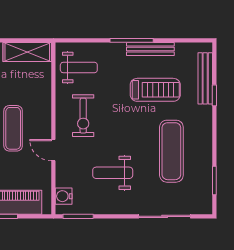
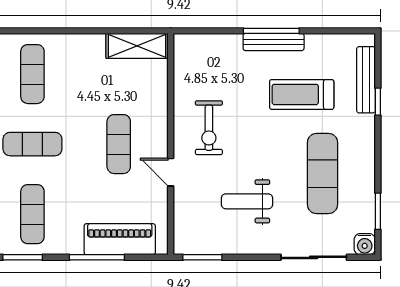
bench: (150, 49) -> (274, 42), moved
weight bench: (79, 68) -> (203, 66), removed
treadmill: (155, 90) -> (302, 94), turned 180
water cooler: (64, 196) -> (365, 244), moved, turned -90

